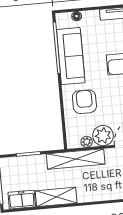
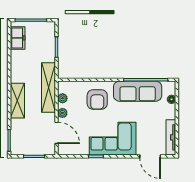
armchair: (84, 102) -> (97, 100), turned 90
plant: (103, 136) -> (62, 113), width x0.53, depth x0.53
shelving: (56, 197) -> (17, 101), moved

